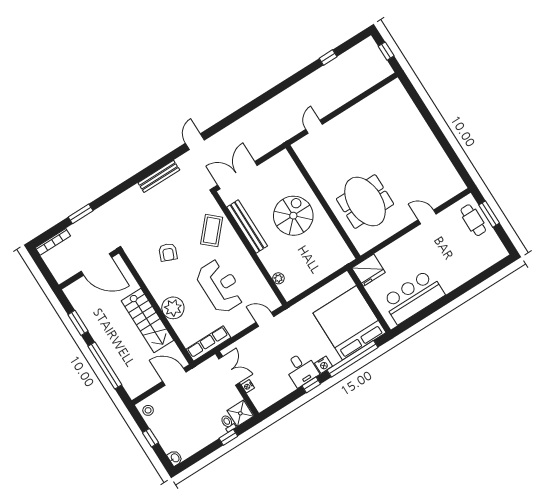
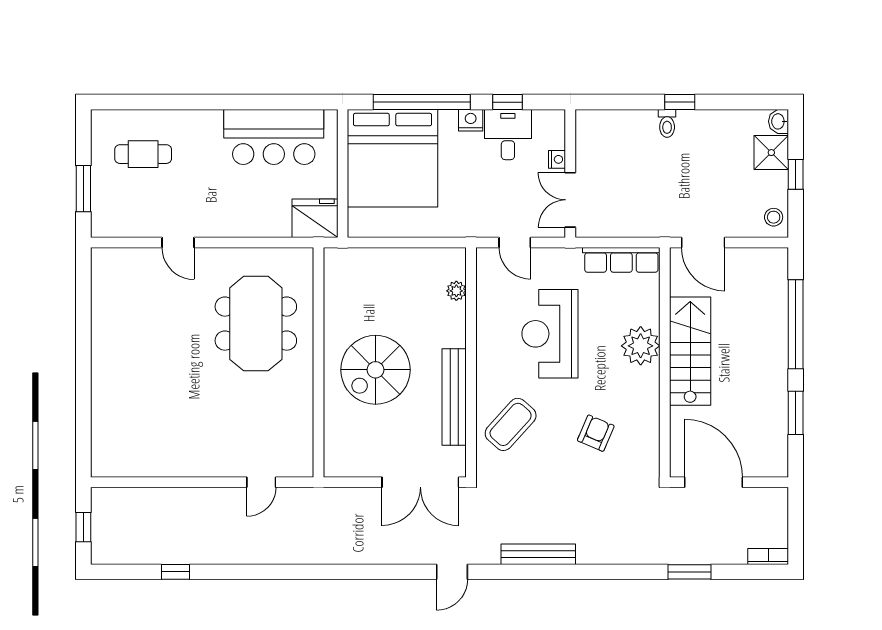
cafe table: (473, 220) -> (143, 154), moved, turned 90
bookcase: (53, 242) -> (768, 557), width x0.64
double door: (229, 371) -> (570, 200), moved
wall: (237, 384) -> (570, 173), moved
nightstand: (248, 386) -> (557, 159), moved
shower: (240, 413) -> (771, 153), moved

